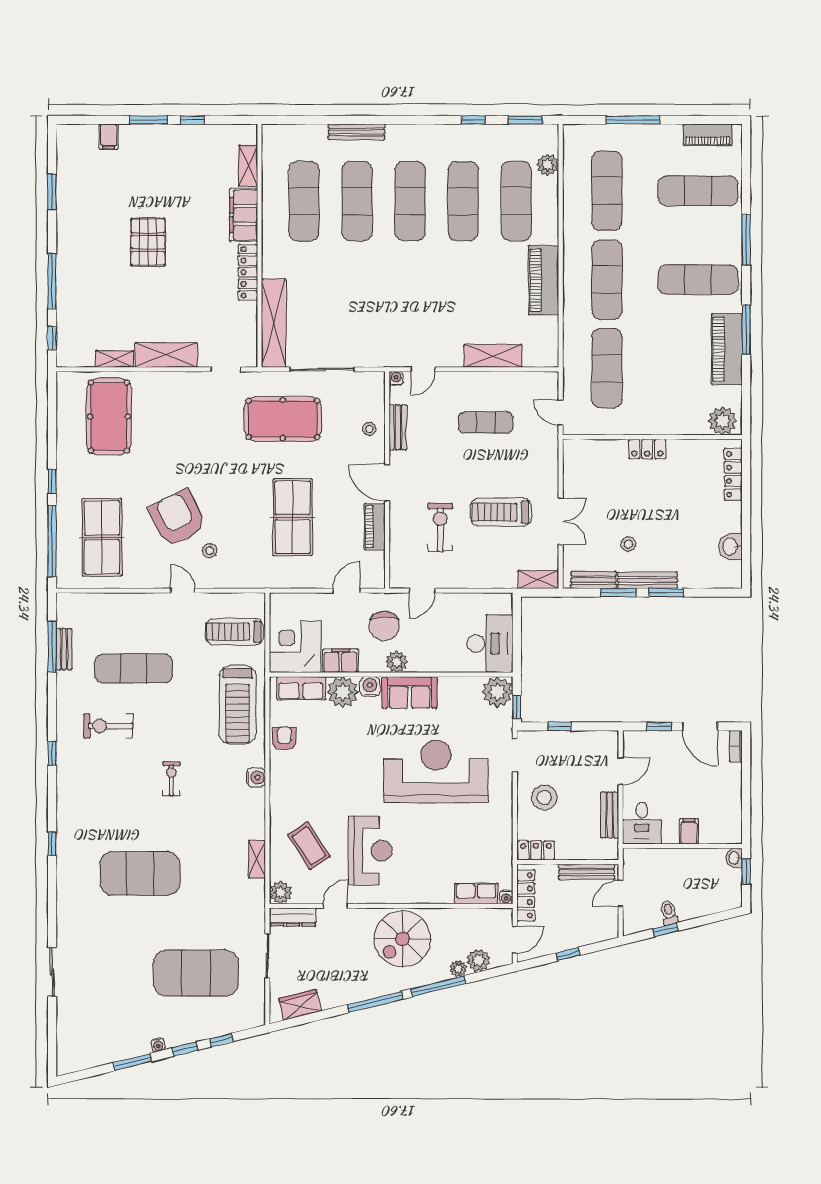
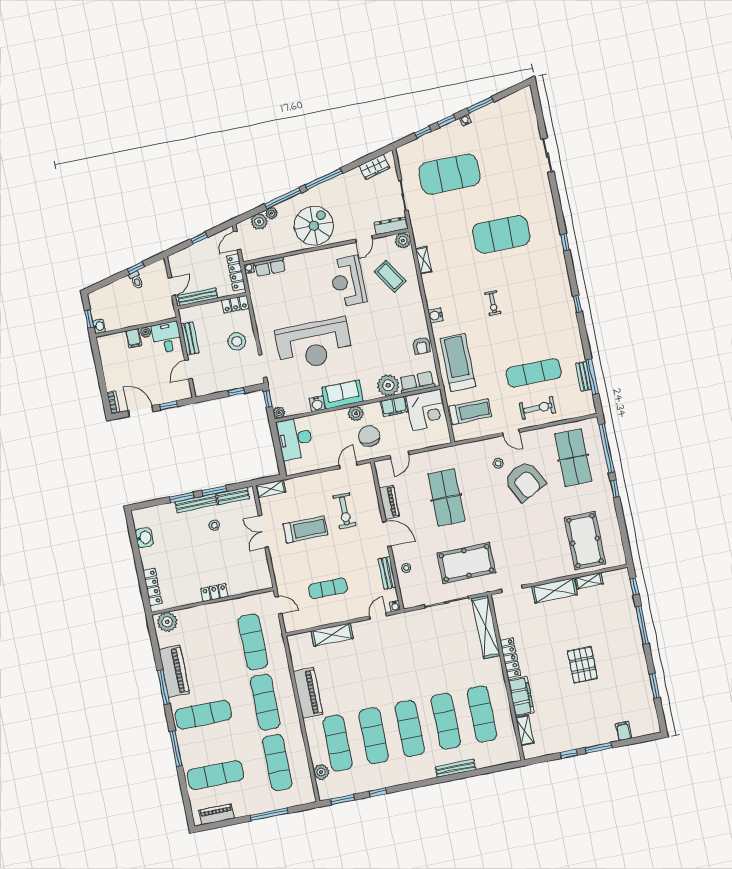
water cooler: (370, 687) -> (317, 404), moved
plant: (497, 692) -> (279, 413), width x0.53, depth x0.53
exercise bike: (108, 726) -> (538, 408), moved
plant: (670, 837) -> (146, 332), added

